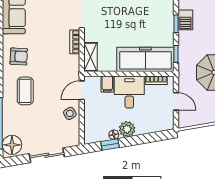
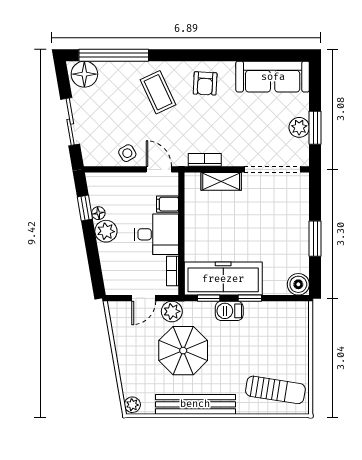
barbecue: (185, 20) -> (229, 311), moved
bookcase: (75, 42) -> (205, 160), moved
shelving: (90, 57) -> (221, 181), moved
freezer: (145, 59) -> (223, 279), moved, turned -90
plant: (186, 81) -> (172, 311), added
coffee table: (25, 91) -> (158, 92), turned 65

